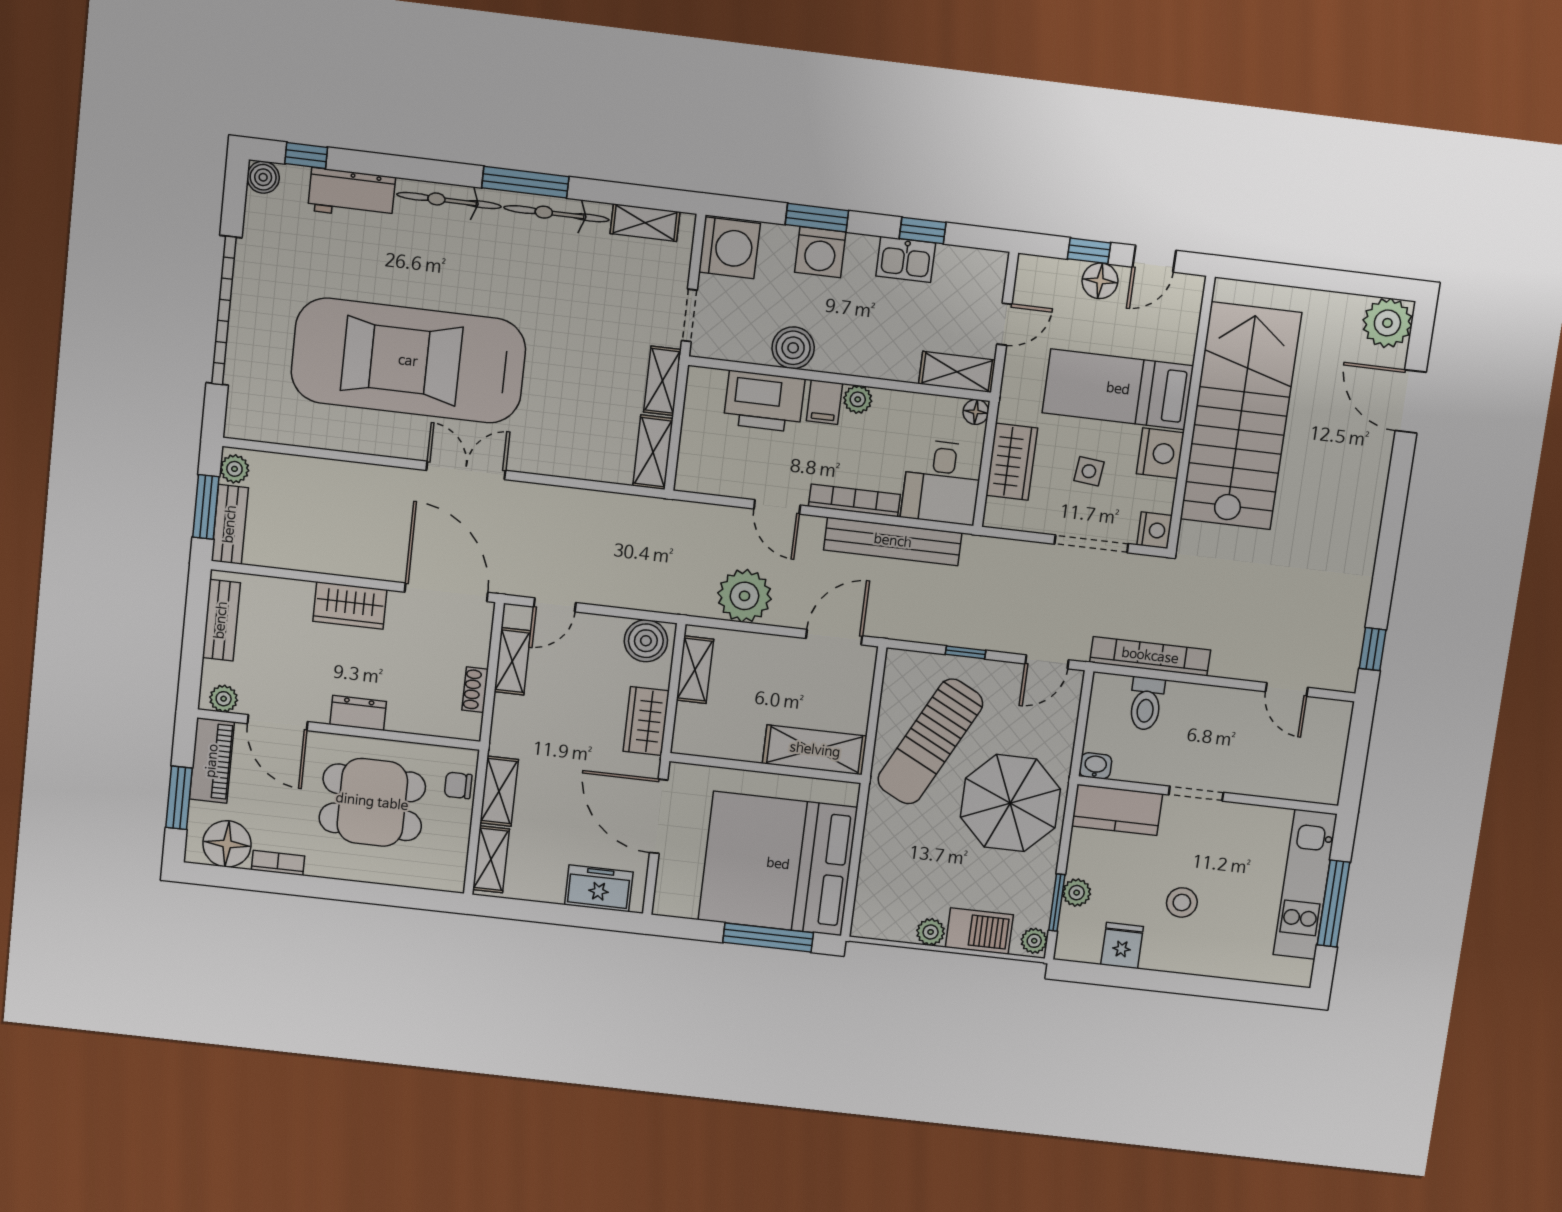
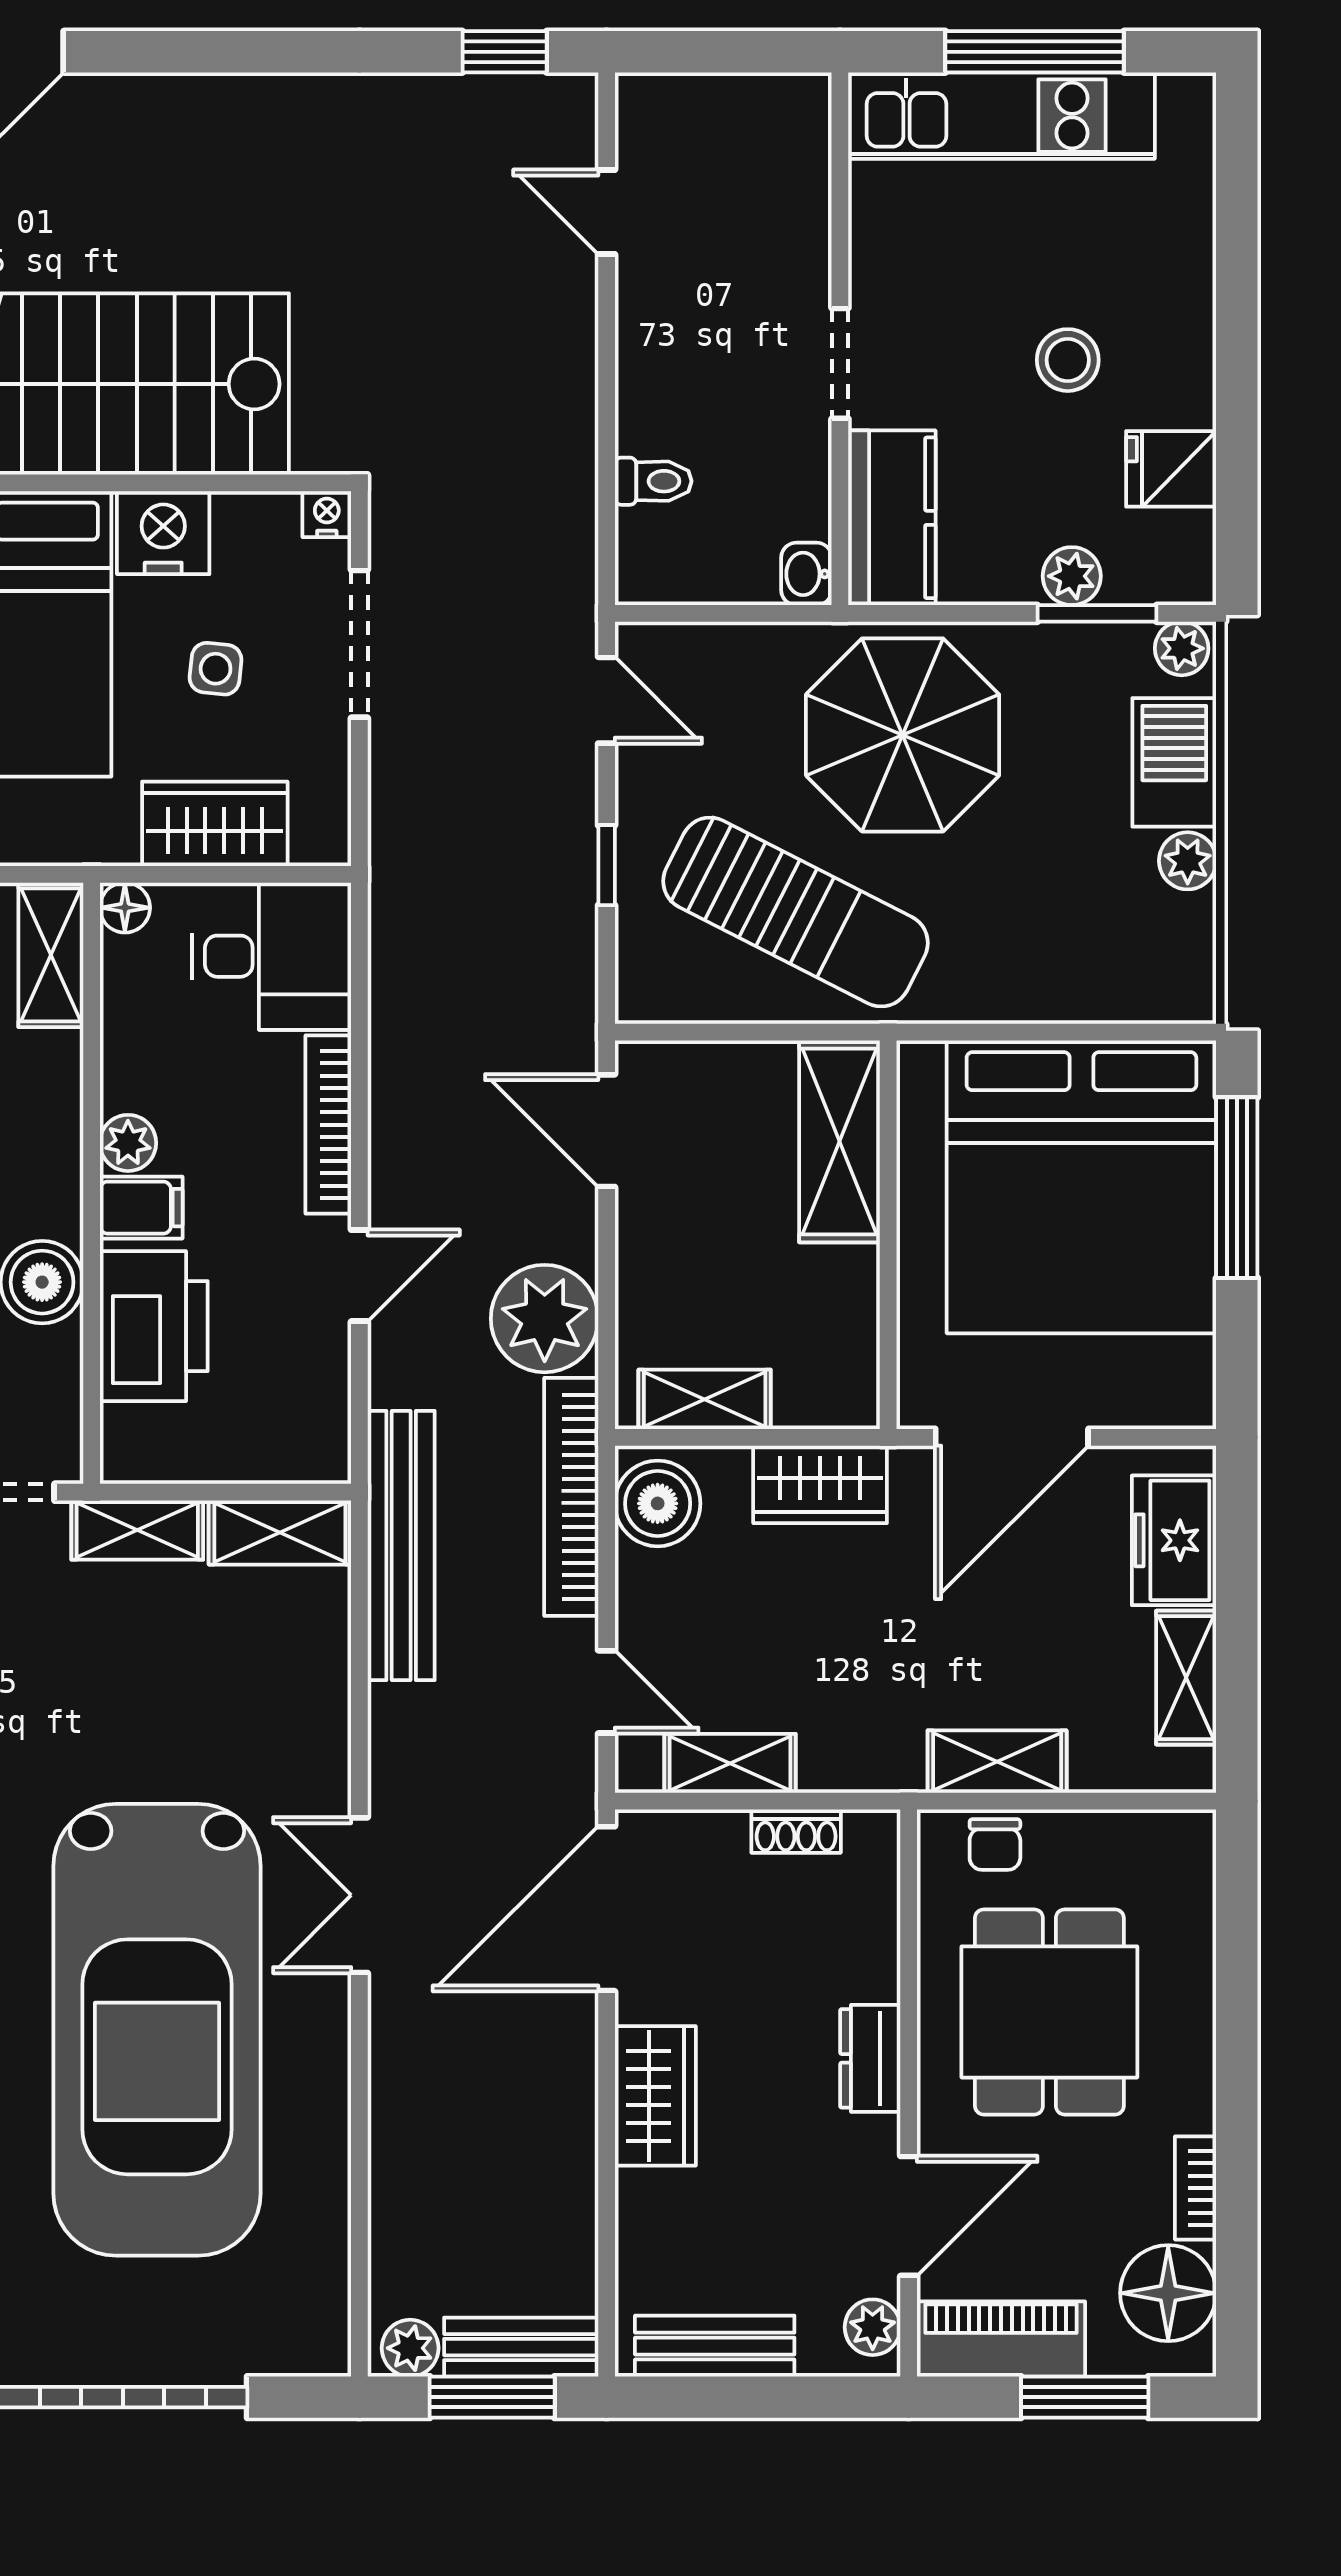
nightstand: (1155, 530) -> (327, 514), width x0.72, depth x0.74
bench: (893, 541) -> (401, 1546), moved
bookcase: (1150, 656) -> (571, 1497), moved
door: (1287, 690) -> (607, 212), swing flipped
toilet: (1146, 704) -> (653, 481), width x0.73, depth x0.72
shelving: (491, 859) -> (1186, 1678), moved, turned 90

